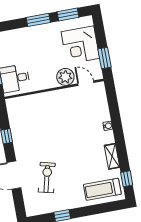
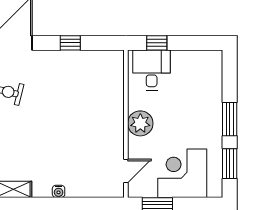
plant: (65, 77) -> (140, 123), moved

